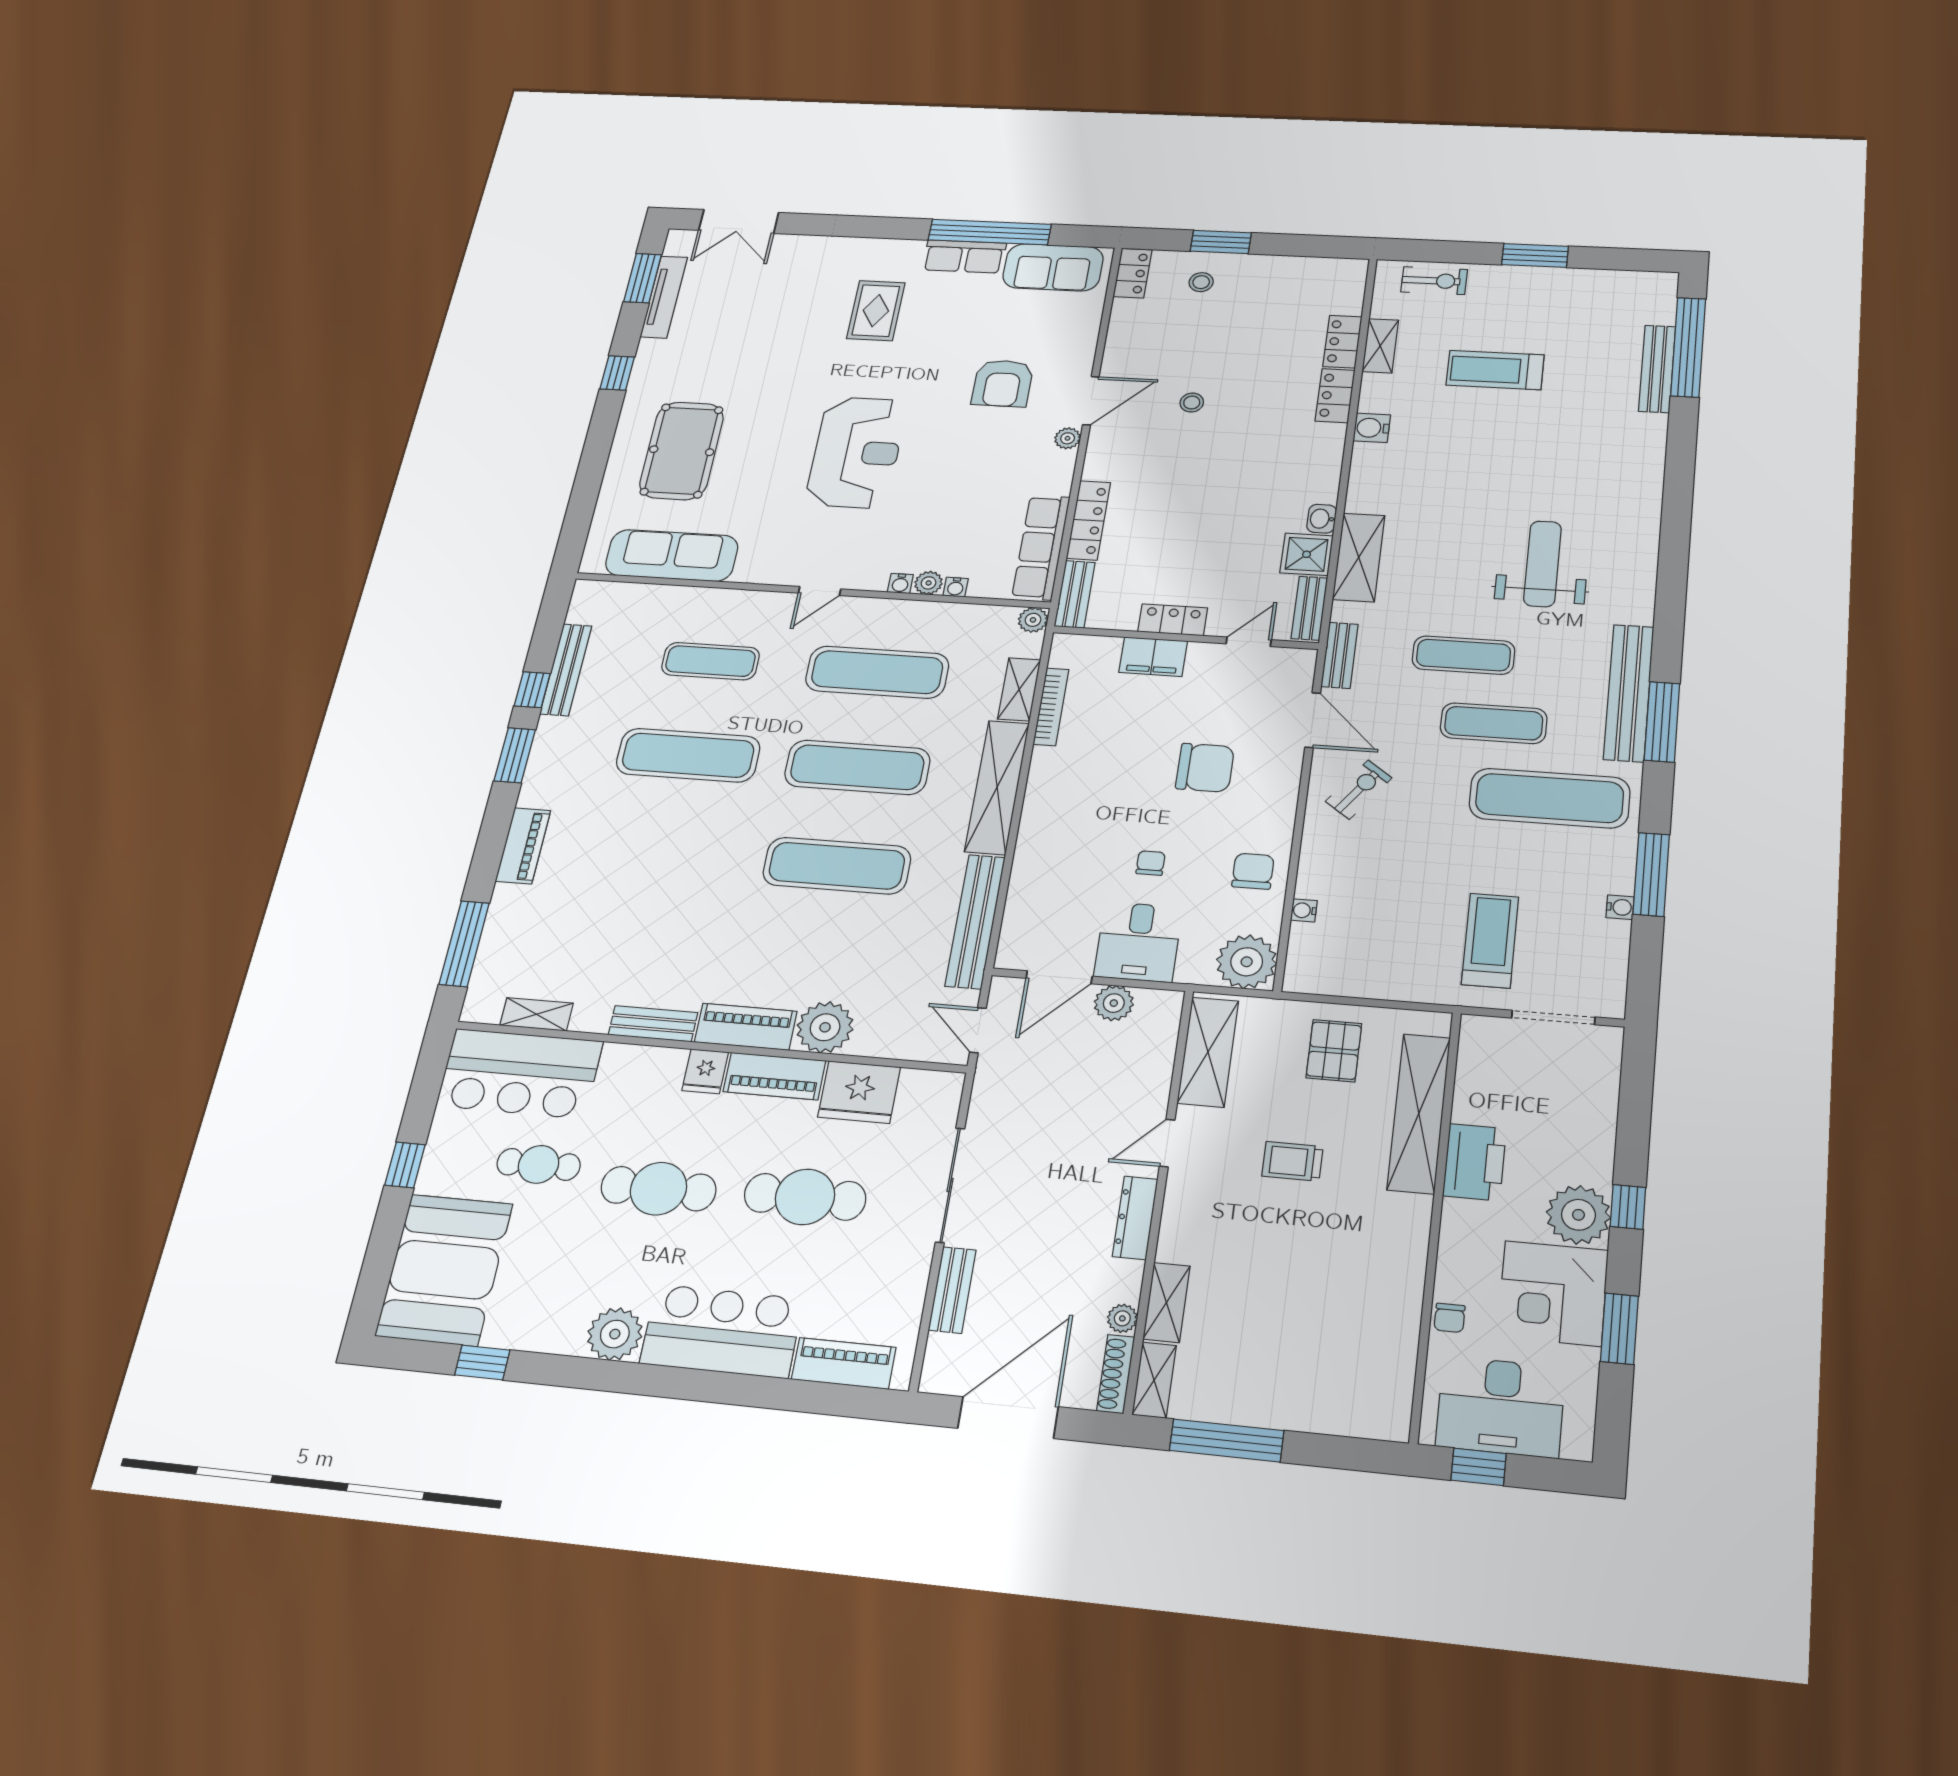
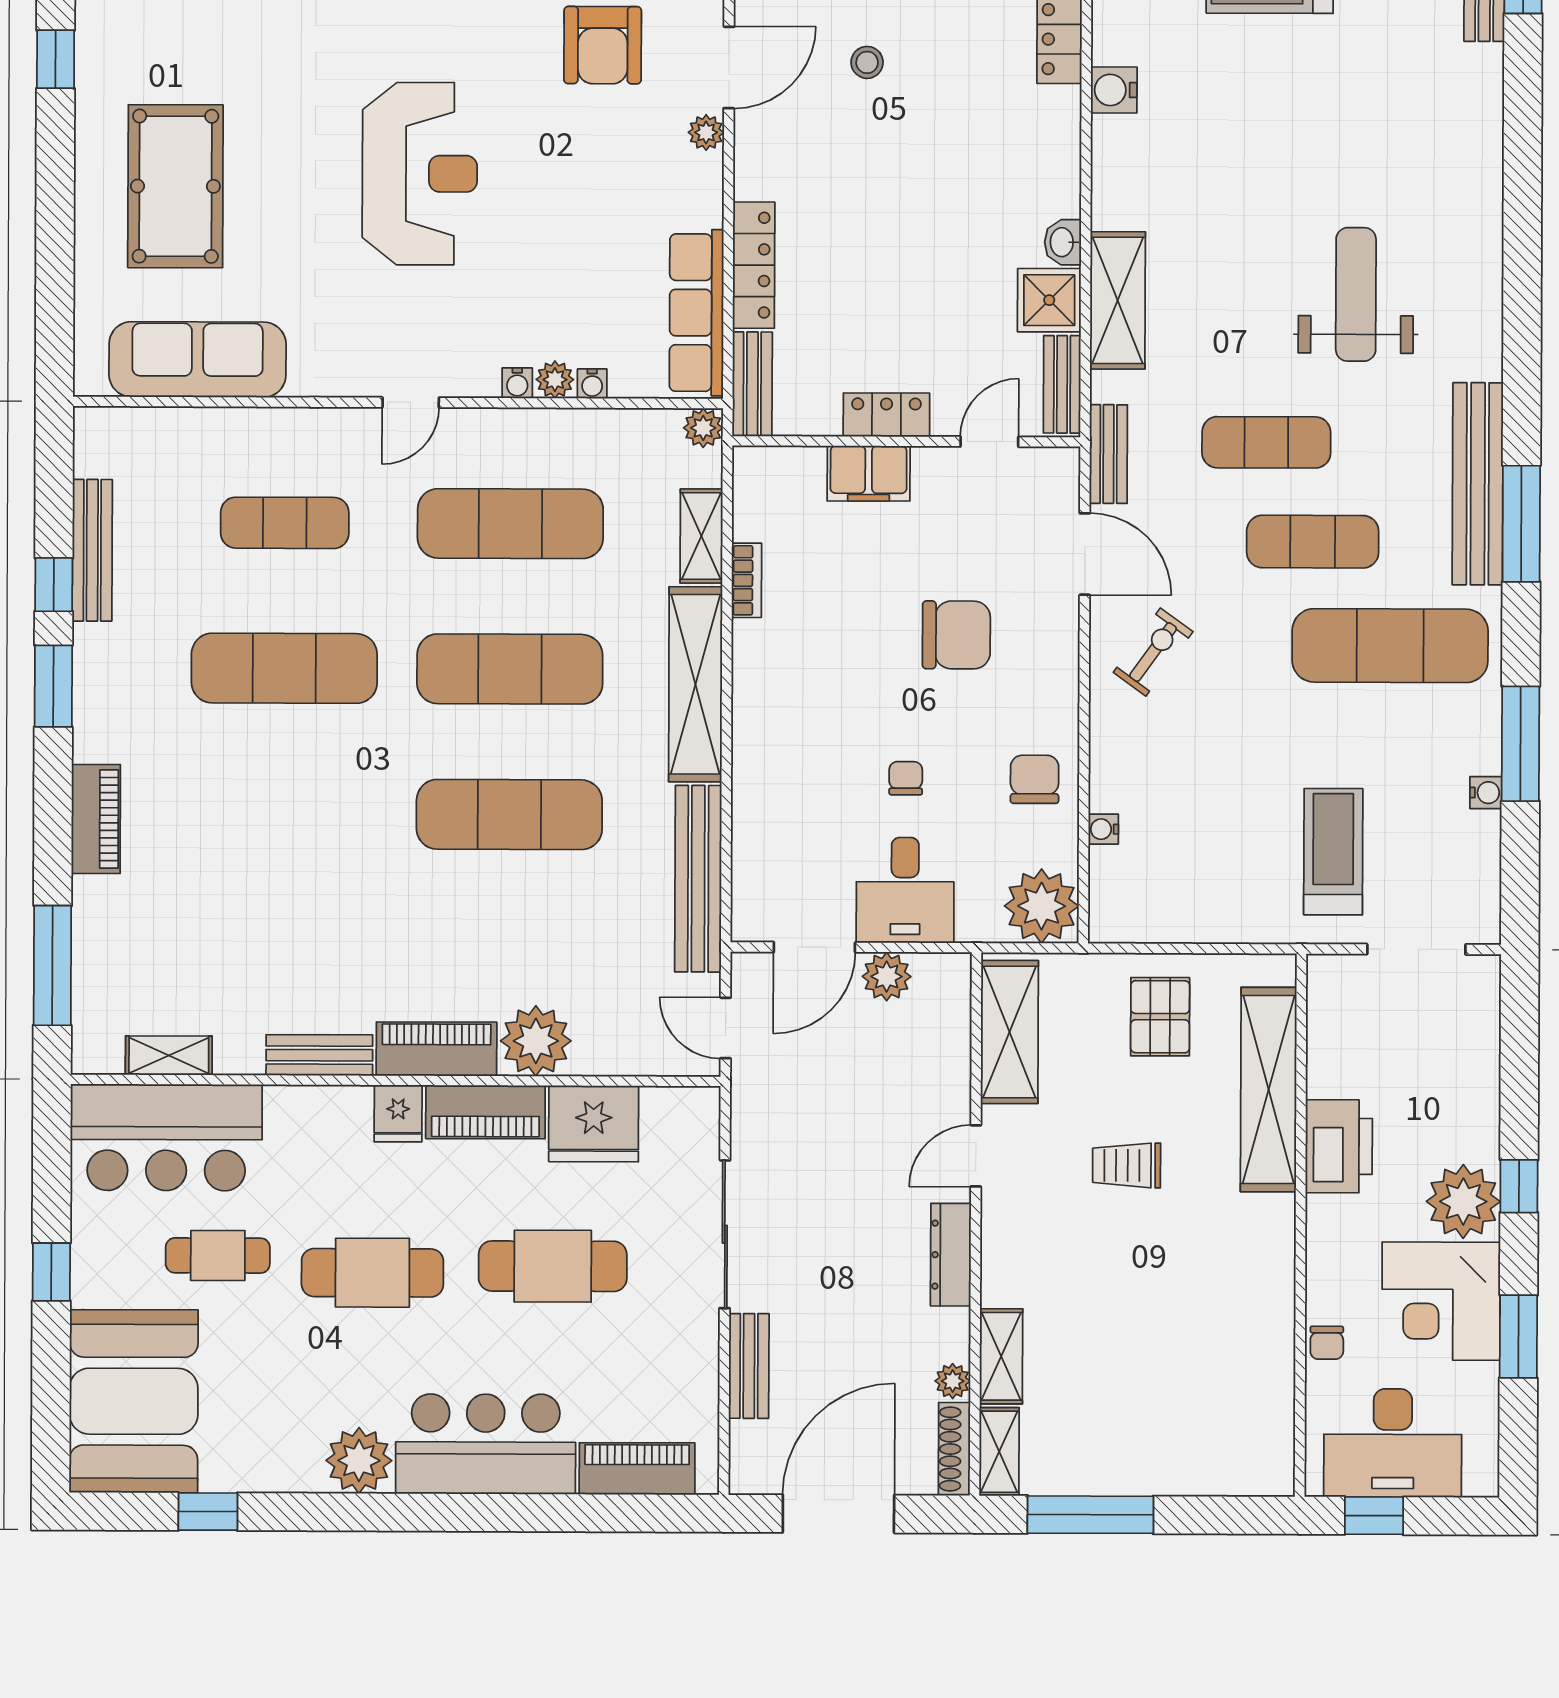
bookcase: (1051, 707) -> (747, 580), width x0.64

